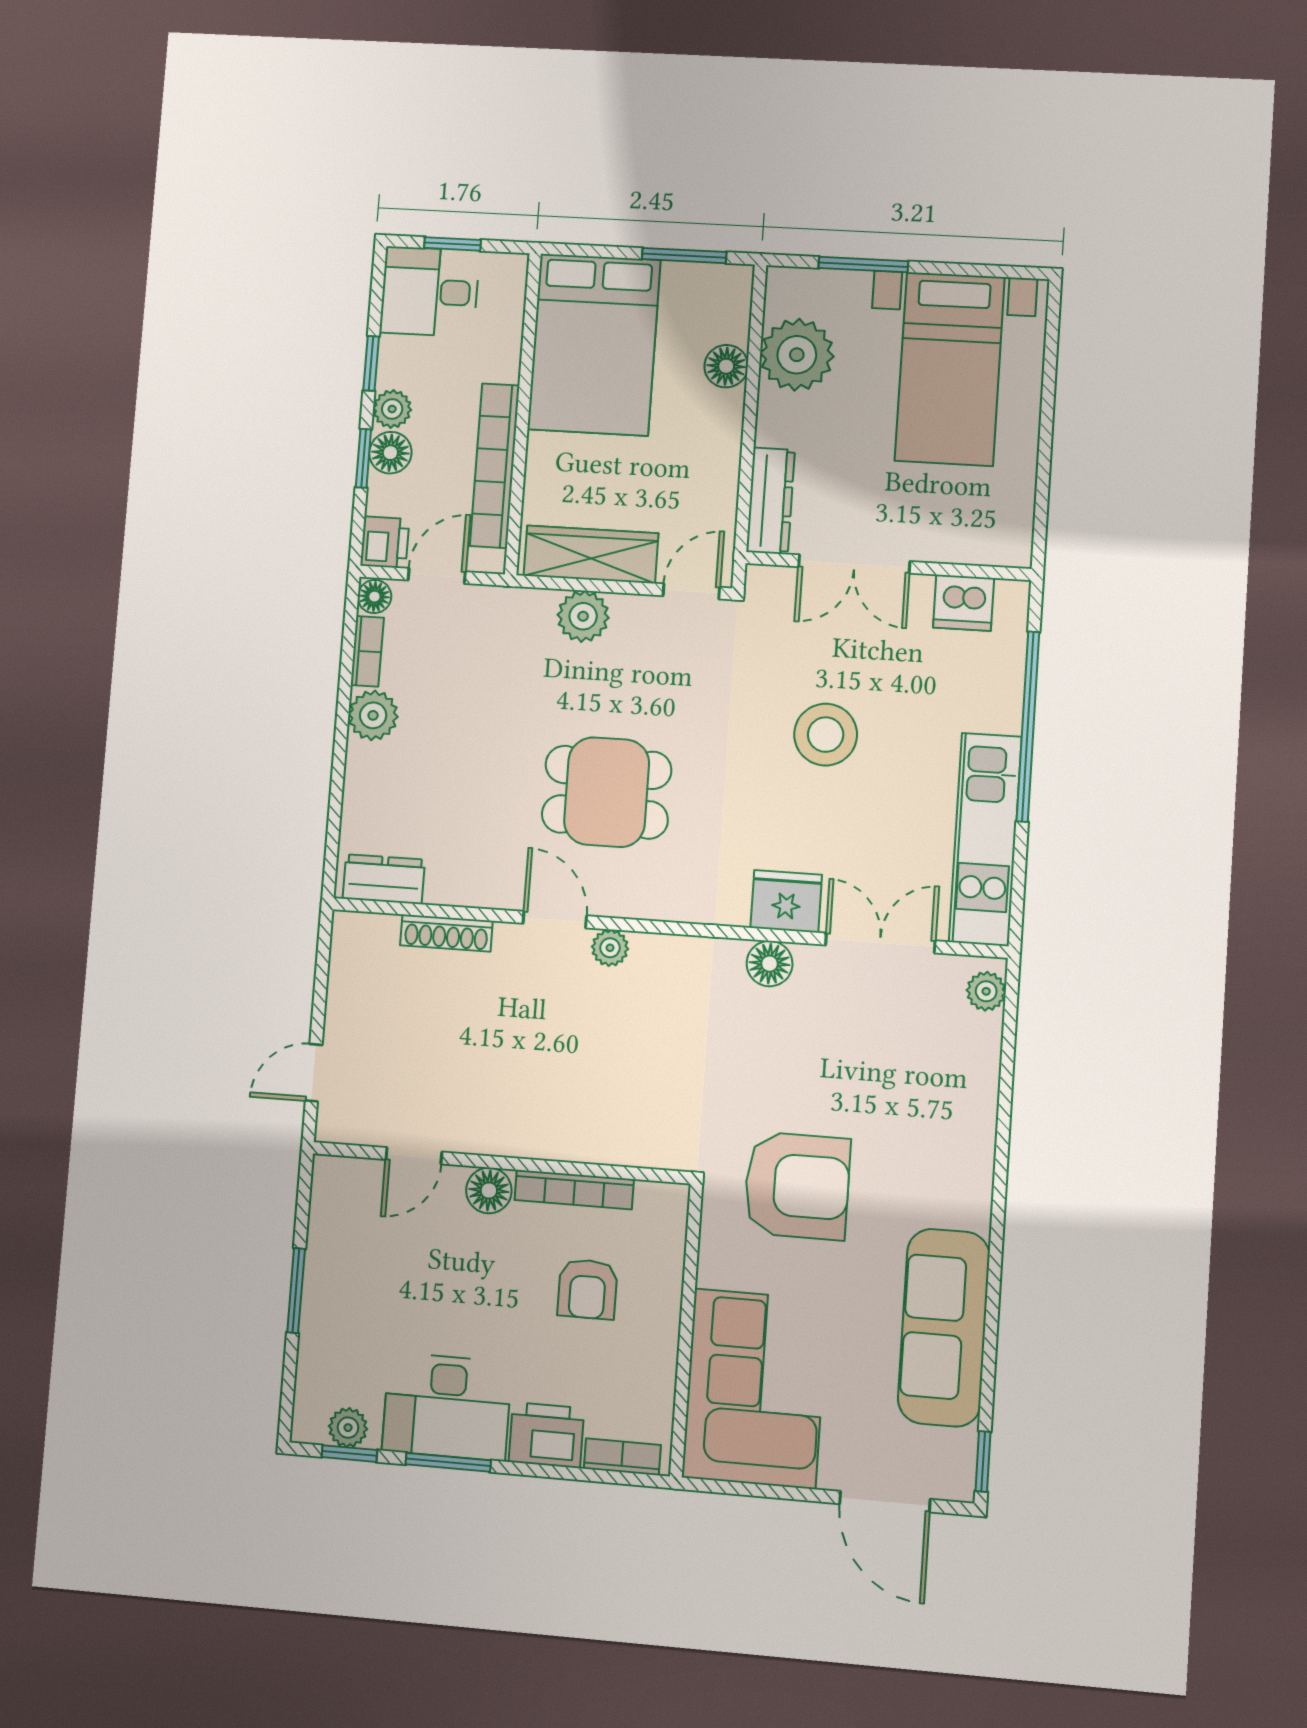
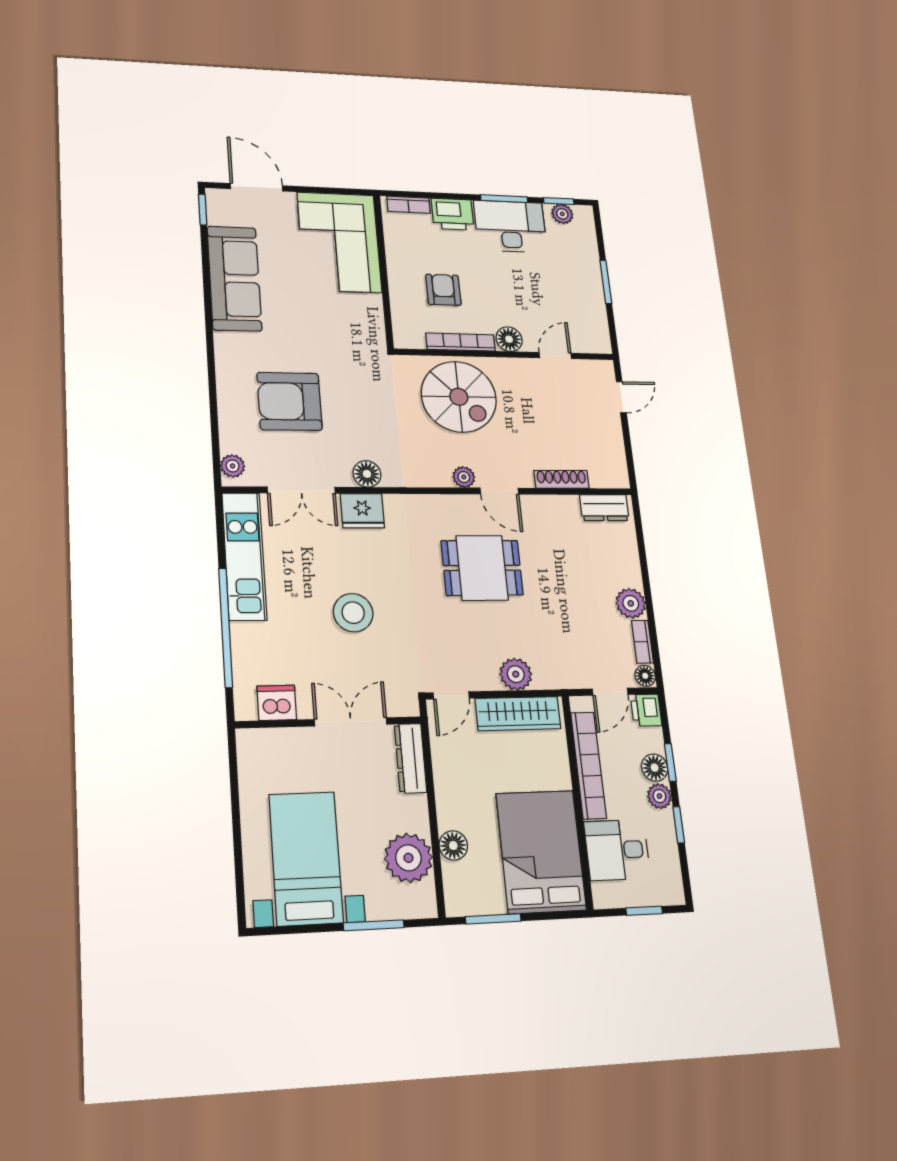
desk: (430, 292) -> (617, 850), moved, turned 180
spiral stairs: (594, 1090) -> (459, 397), added
armchair: (797, 1186) -> (290, 401), moved

